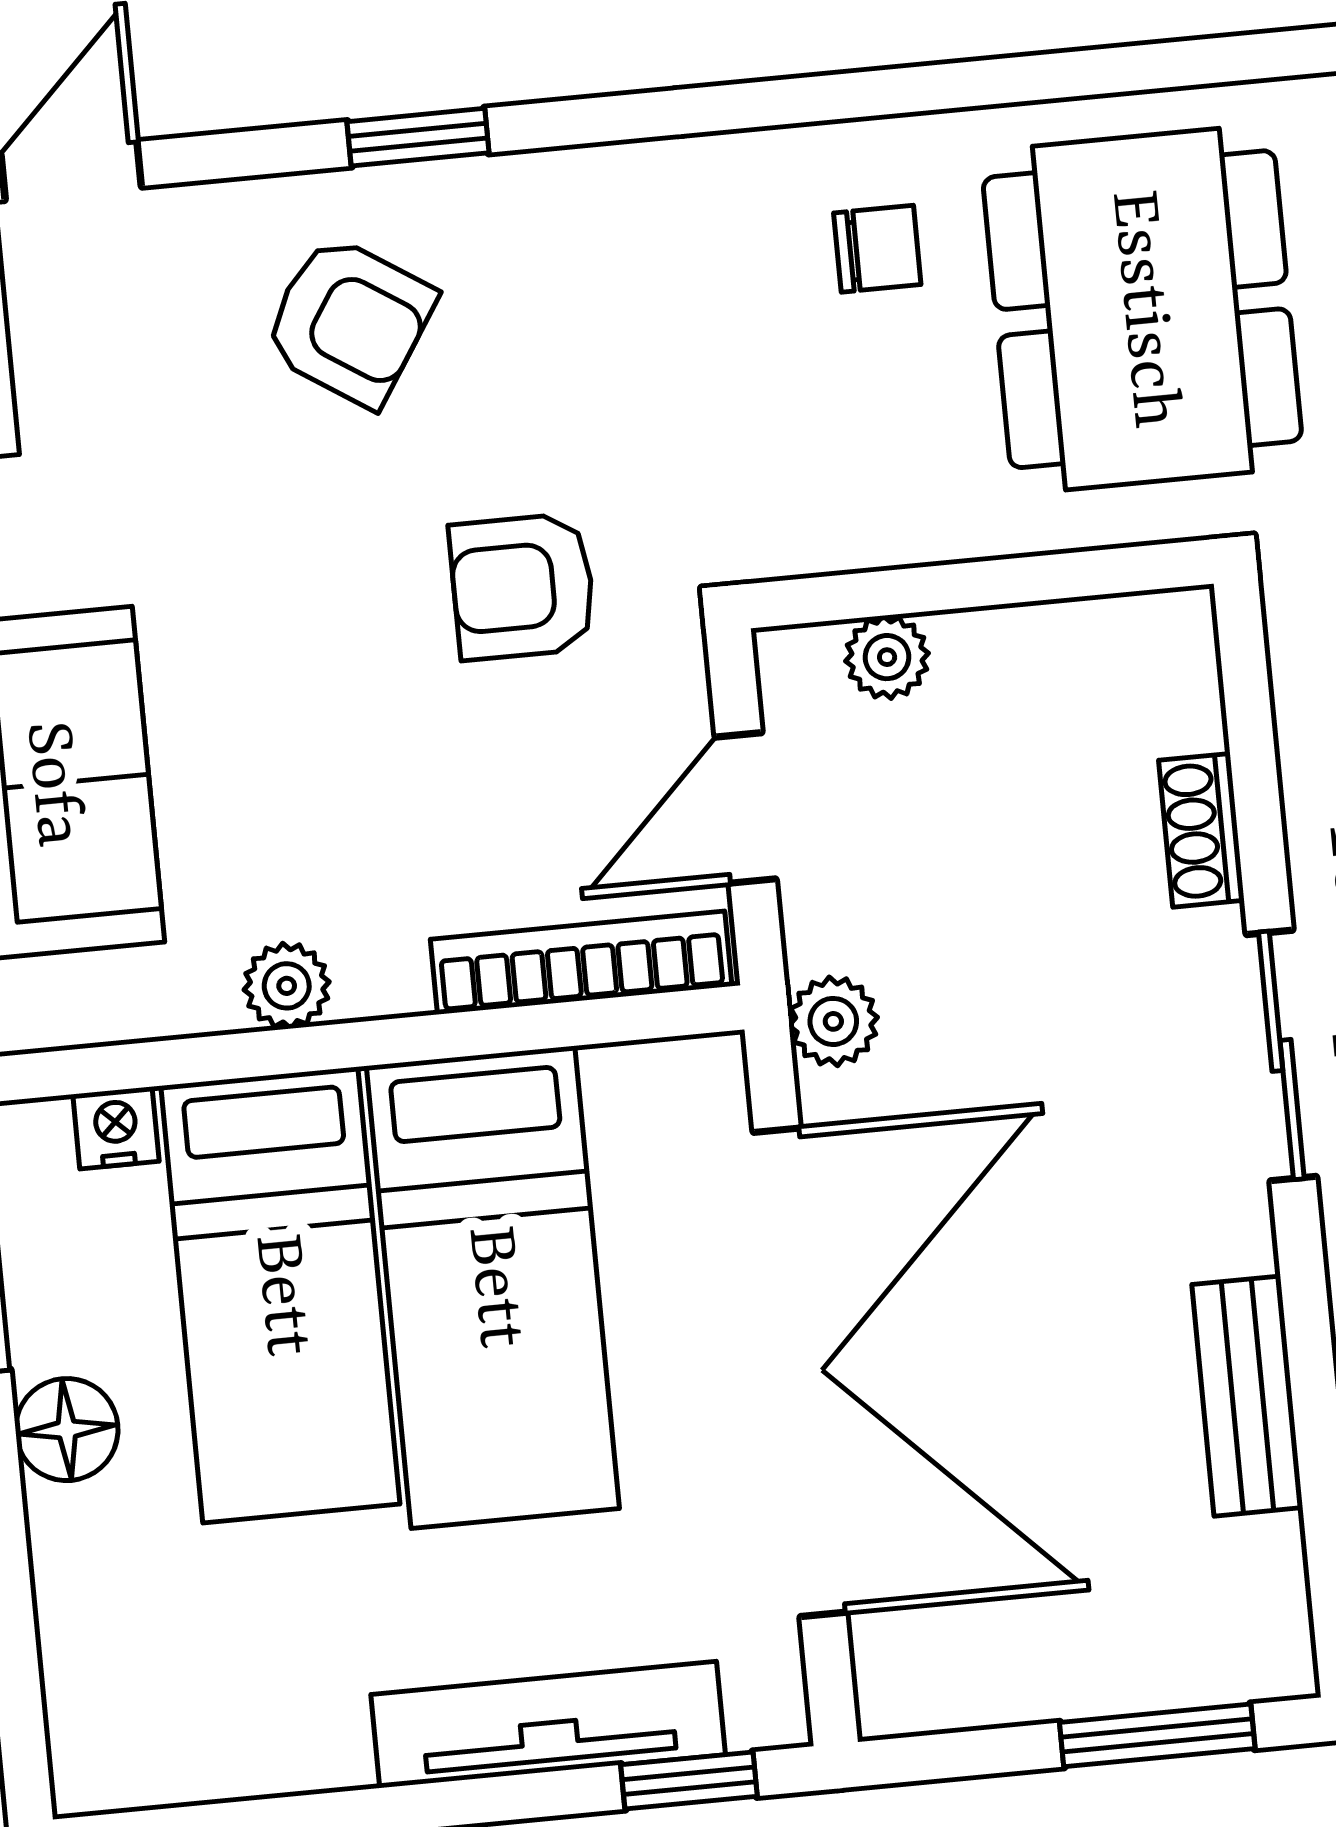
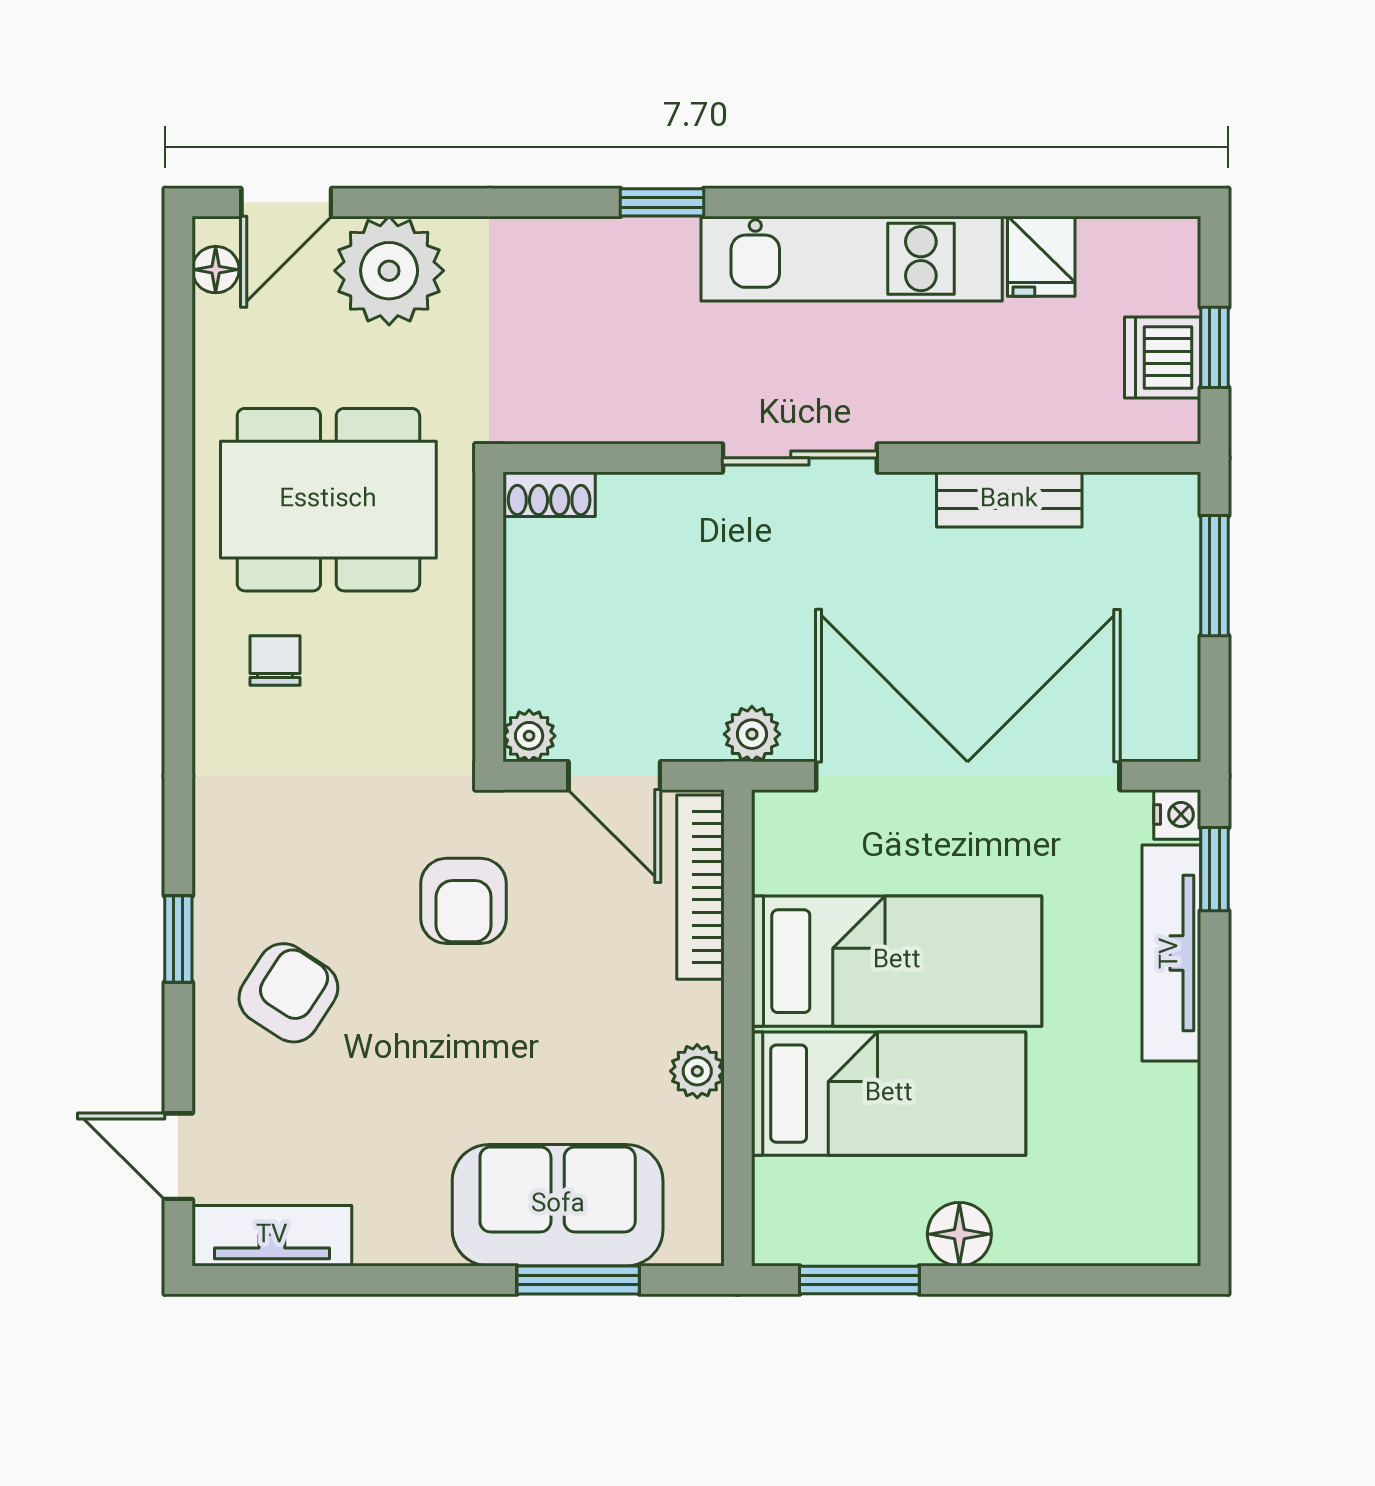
plant: (887, 657) -> (529, 736), moved
shoe rack: (1201, 830) -> (549, 494), moved
nightstand: (116, 1128) -> (1177, 815), moved, turned 180

